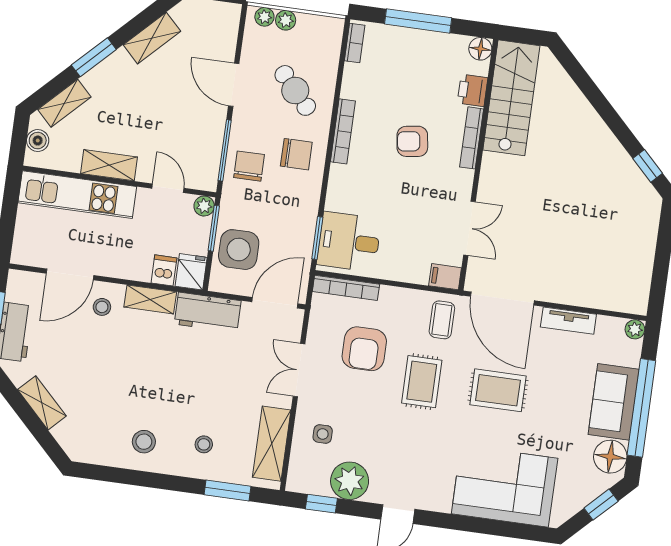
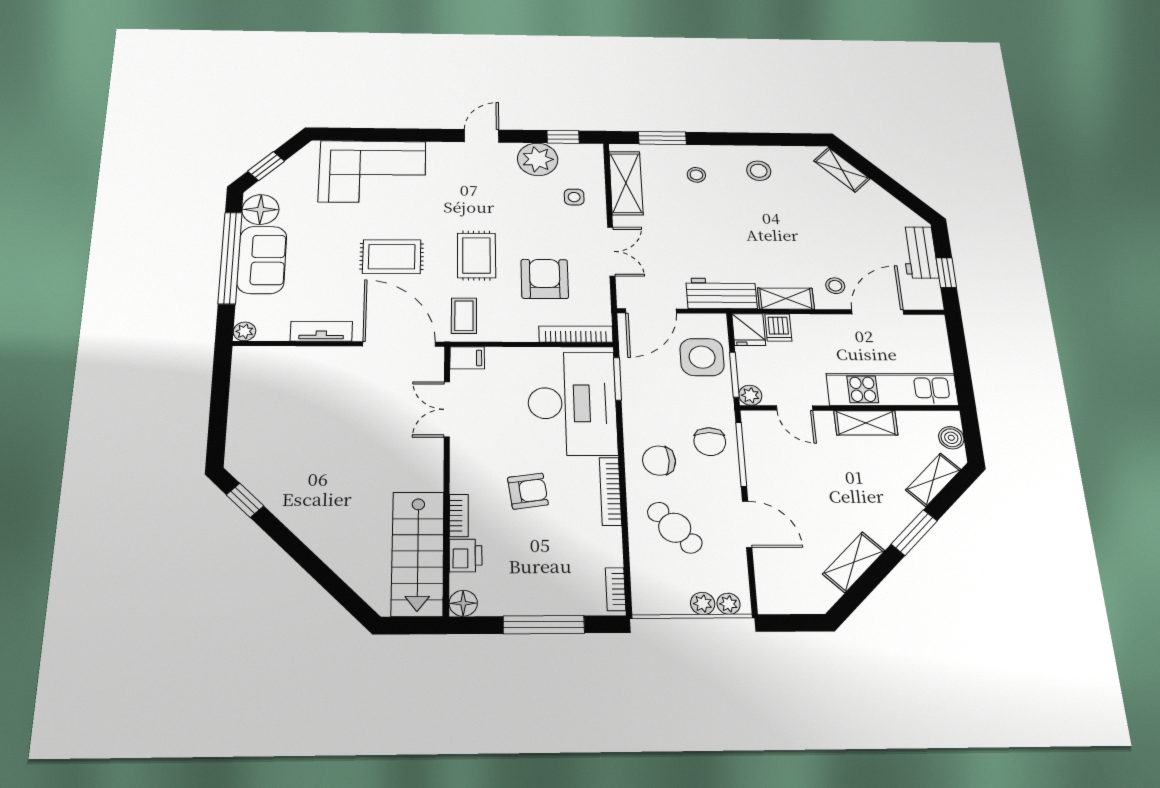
bookcase: (472, 138) -> (459, 515), width x0.64
desk: (349, 242) -> (572, 403), width x1.87, depth x1.30
shelving: (42, 403) -> (842, 170), moved

